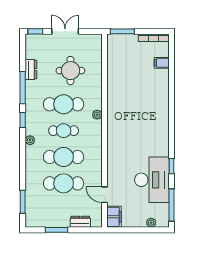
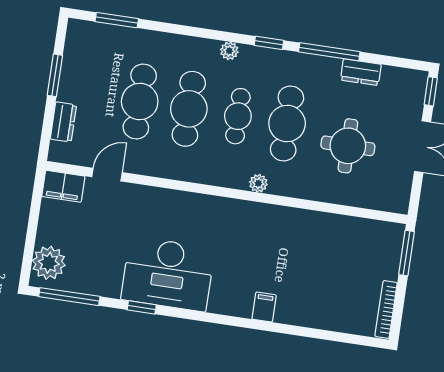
filing cabinet: (162, 63) -> (264, 307), moved
desk: (152, 180) -> (168, 274), moved
plant: (151, 223) -> (49, 263), width x1.87, depth x1.87

